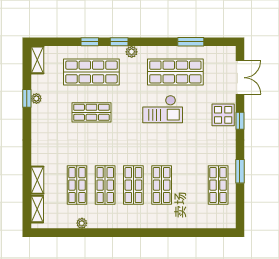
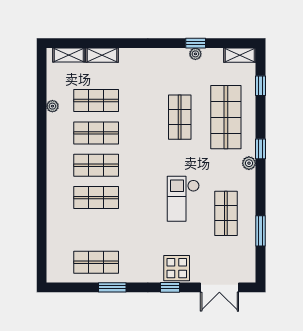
window: (90, 42) -> (260, 86), moved
shop shelf: (175, 72) -> (226, 213), width x0.70, depth x0.74

